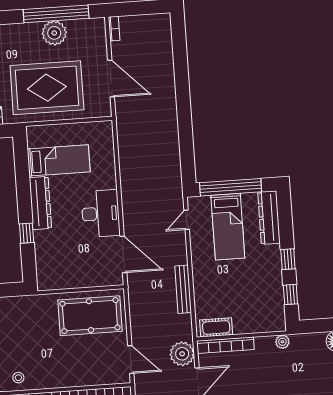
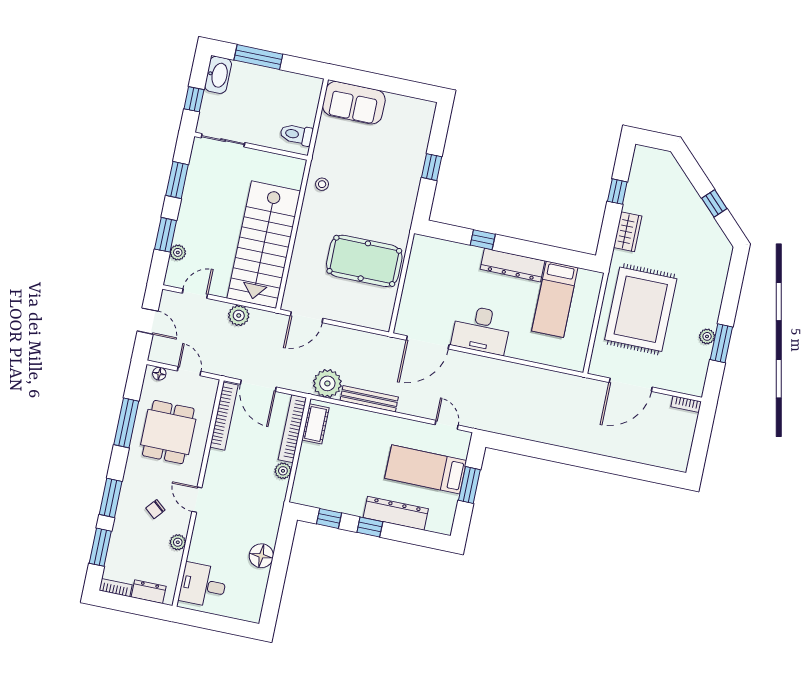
window: (56, 14) -> (721, 343), width x0.47
plant: (54, 33) -> (707, 336), width x0.53, depth x0.53
window: (231, 187) -> (469, 485), width x0.47
dresser: (269, 218) -> (396, 513), moved
pool table: (90, 316) -> (364, 261), moved, turned 90
plant: (282, 342) -> (283, 471), moved
plant: (182, 354) -> (327, 383), moved

